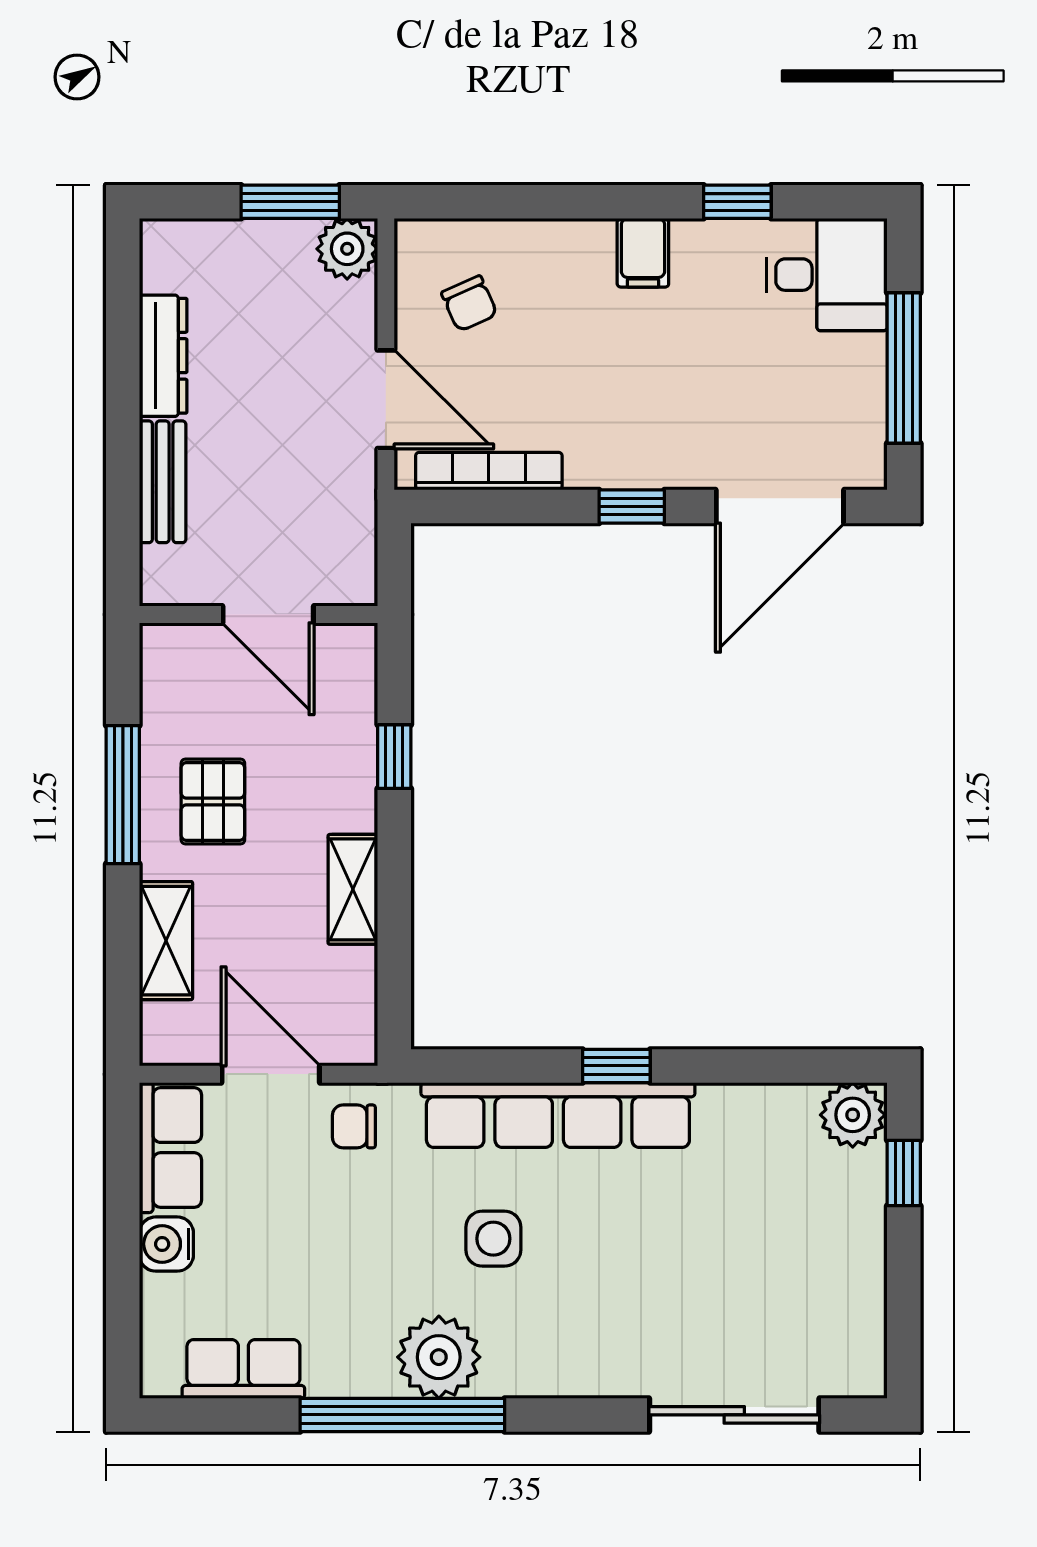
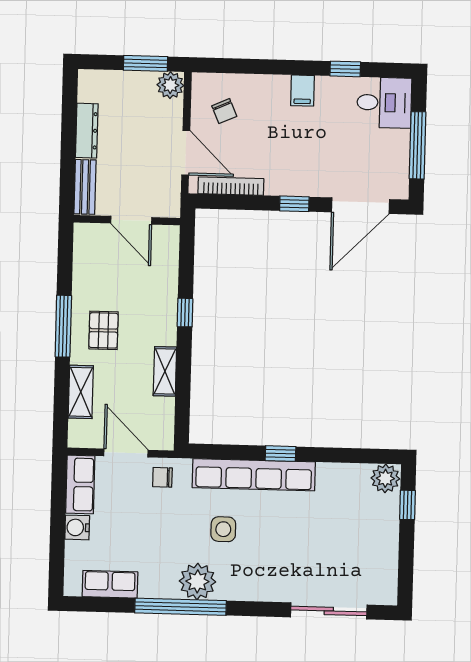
wall: (258, 614) -> (127, 220), moved
door: (268, 614) -> (131, 220), moved

